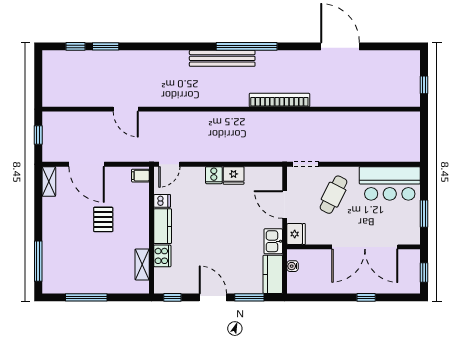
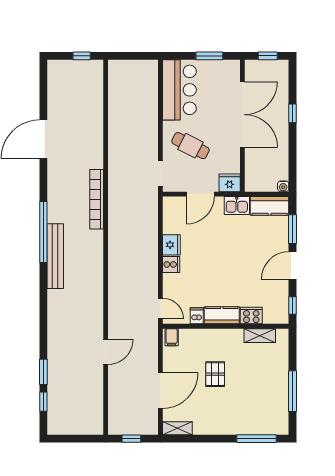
pallet: (103, 219) -> (215, 374), turned 90
water cooler: (293, 266) -> (283, 186), moved

